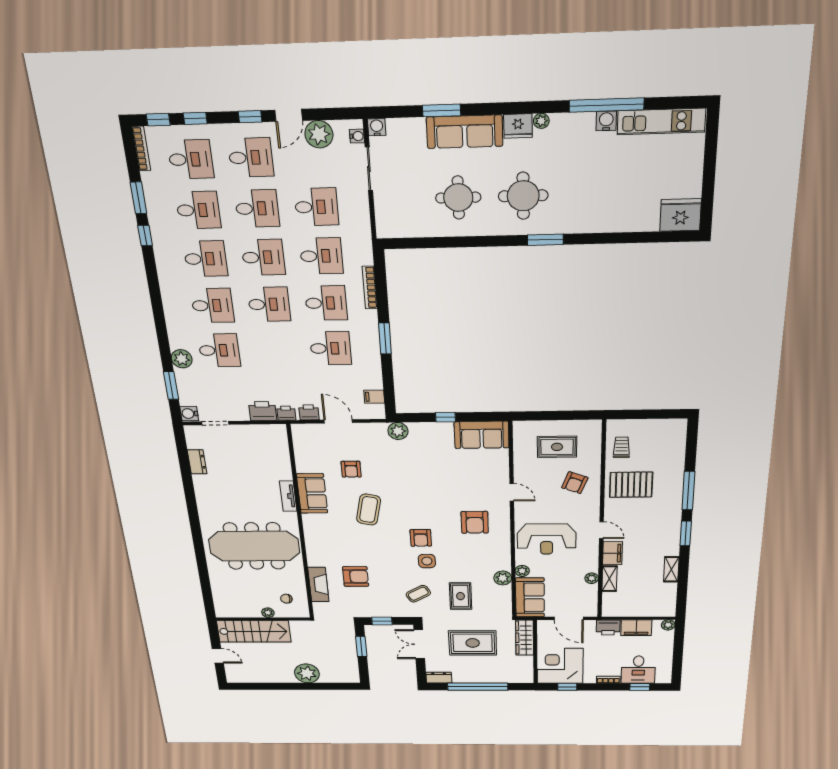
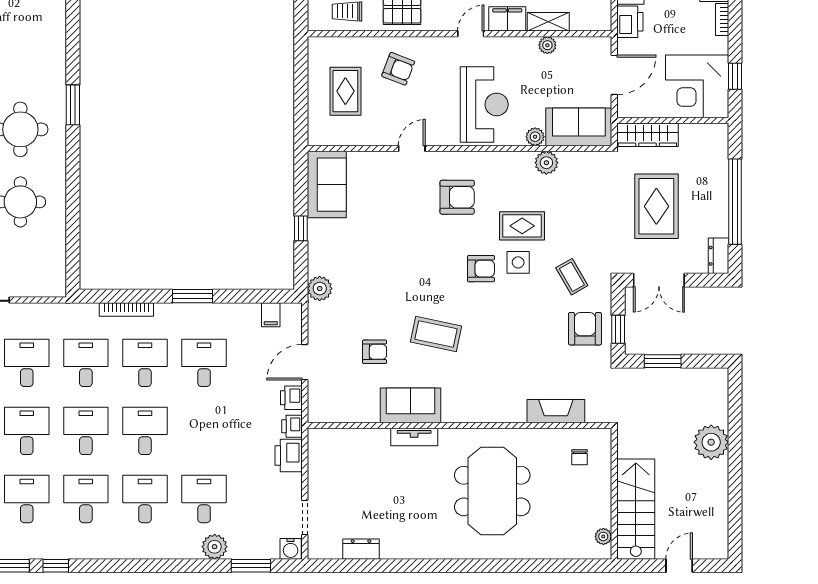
meeting table: (254, 546) -> (492, 491), width x0.73
armchair: (356, 576) -> (585, 329), moved
rug: (461, 596) -> (522, 226), moved
plant: (268, 613) -> (603, 536), moved

